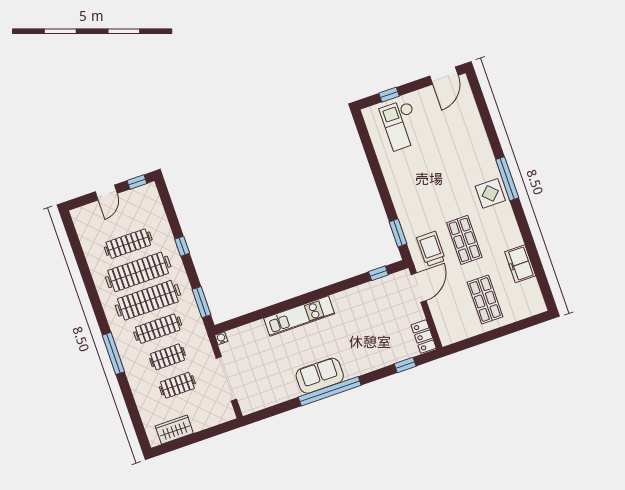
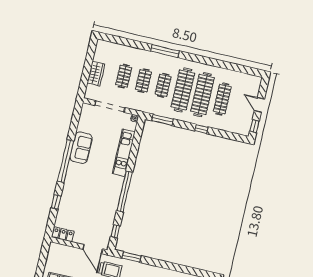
window: (321, 293) -> (125, 191), added
kitchen unit: (299, 316) -> (124, 153), moved
clothes rail: (158, 329) -> (163, 85), width x0.73
window: (405, 365) -> (56, 202), moved
sofa: (320, 376) -> (81, 148), moved
wardrobe: (174, 430) -> (96, 74), moved

